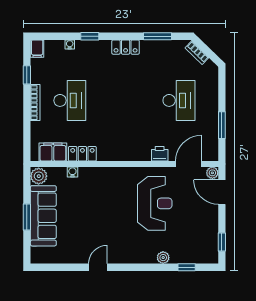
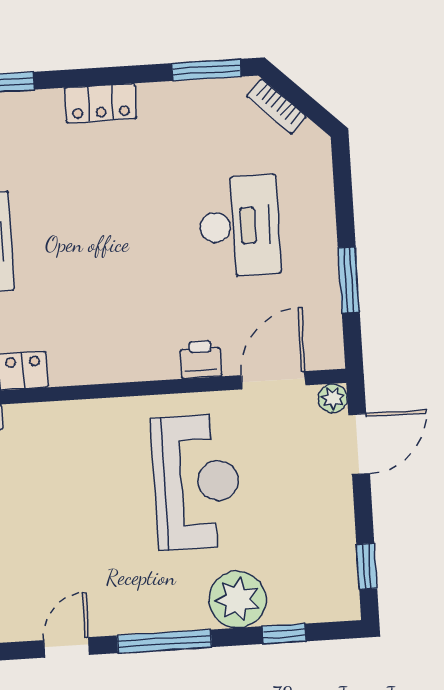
window: (157, 36) -> (206, 70), moved
door: (222, 192) -> (359, 444), swing flipped
plant: (163, 258) -> (238, 599), width x1.87, depth x1.87
window: (138, 267) -> (164, 641), added

